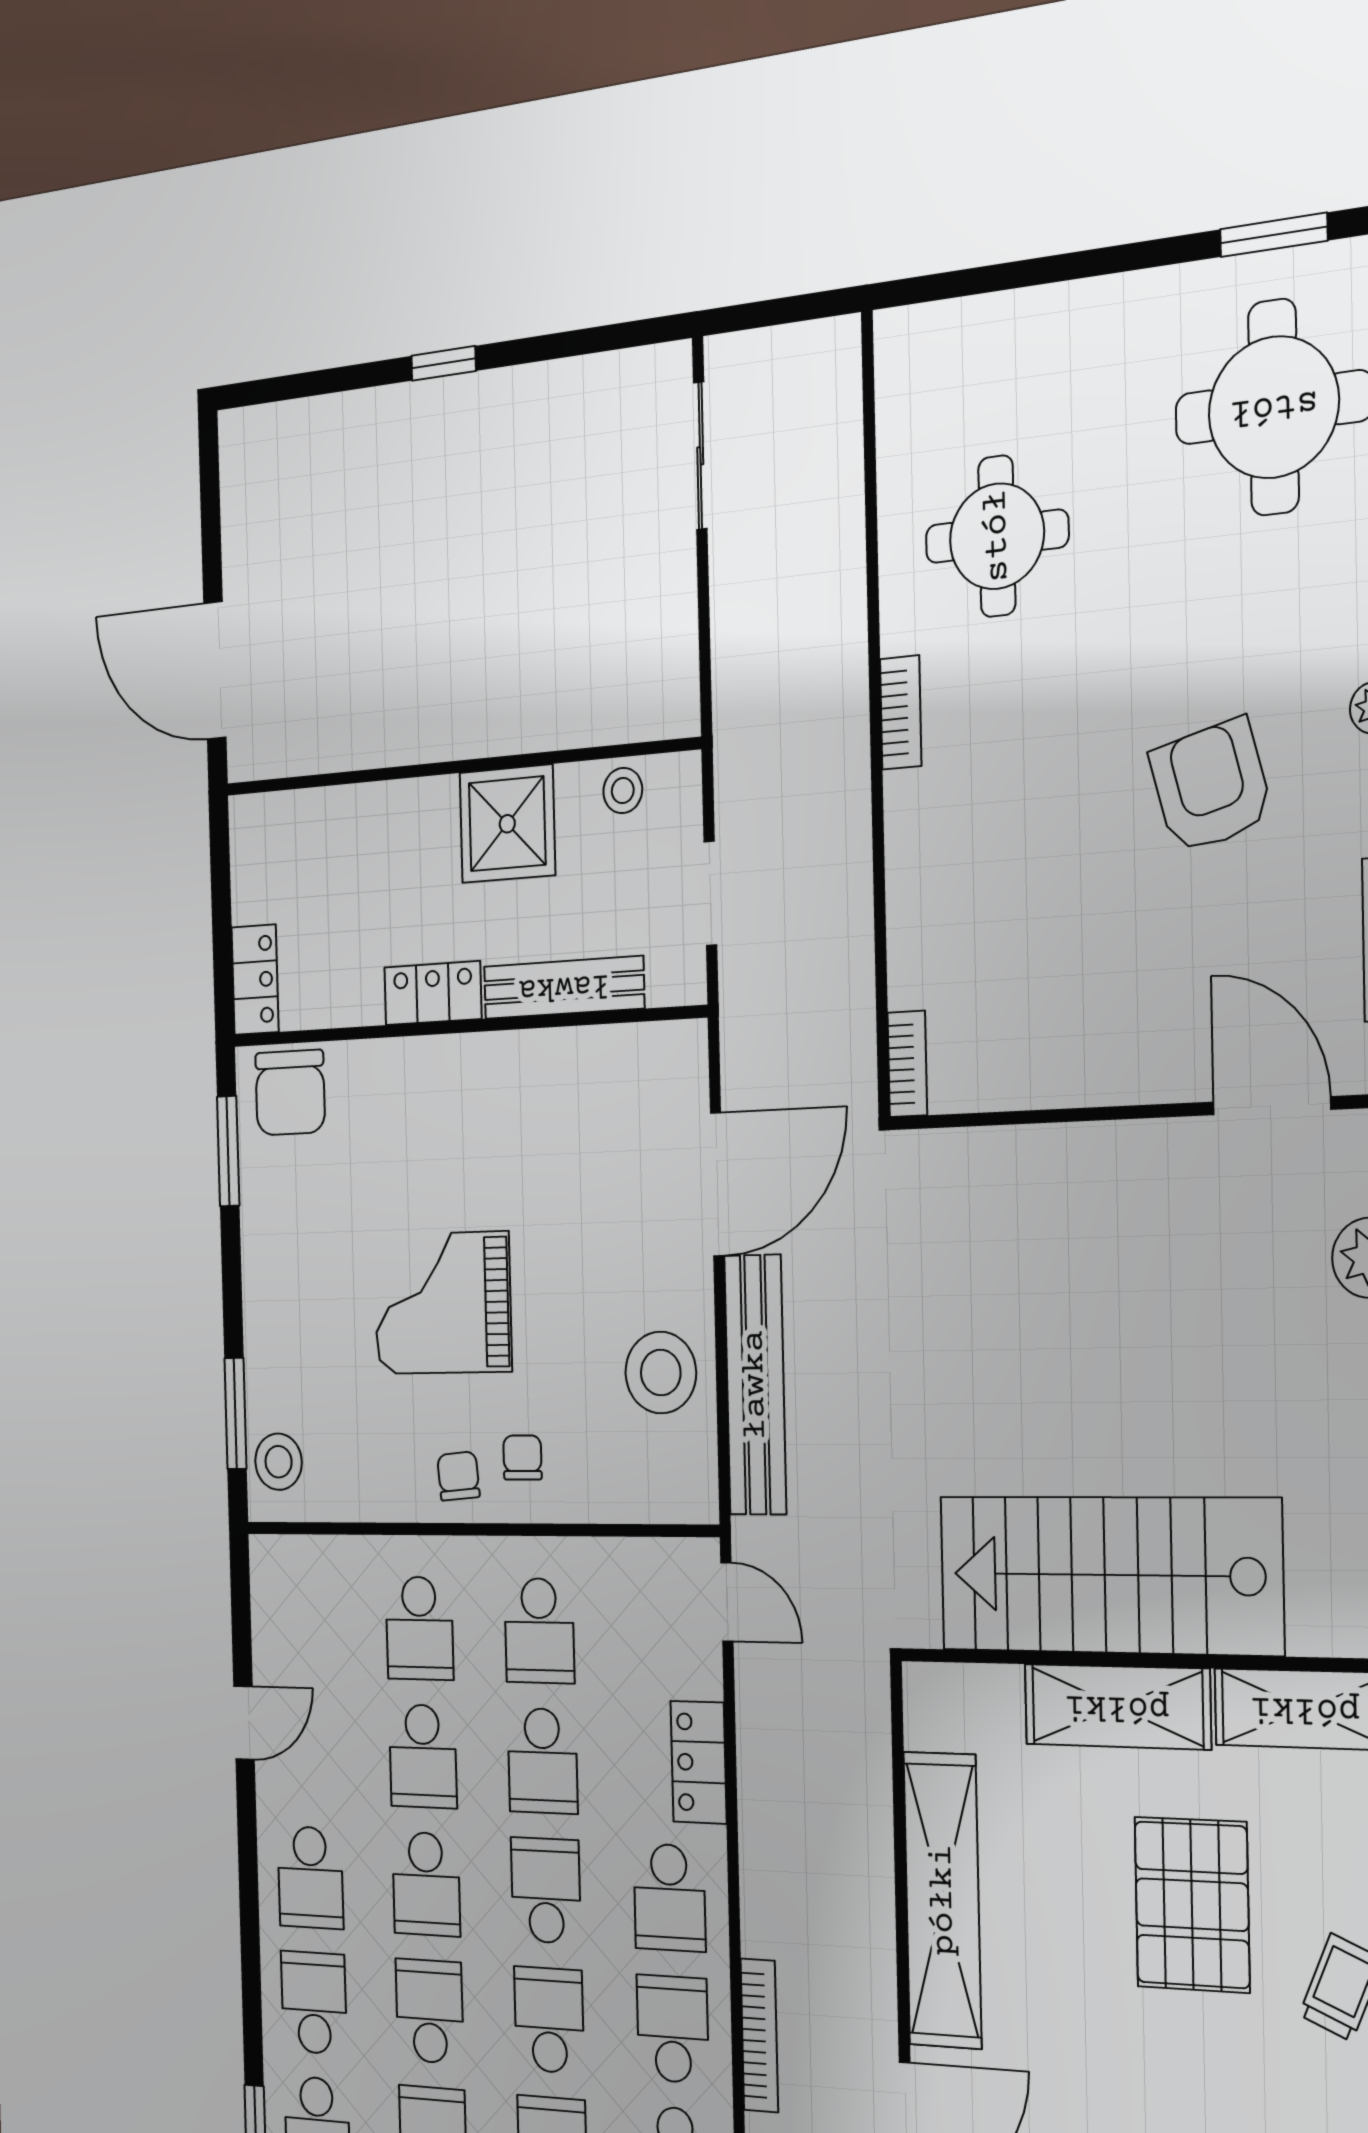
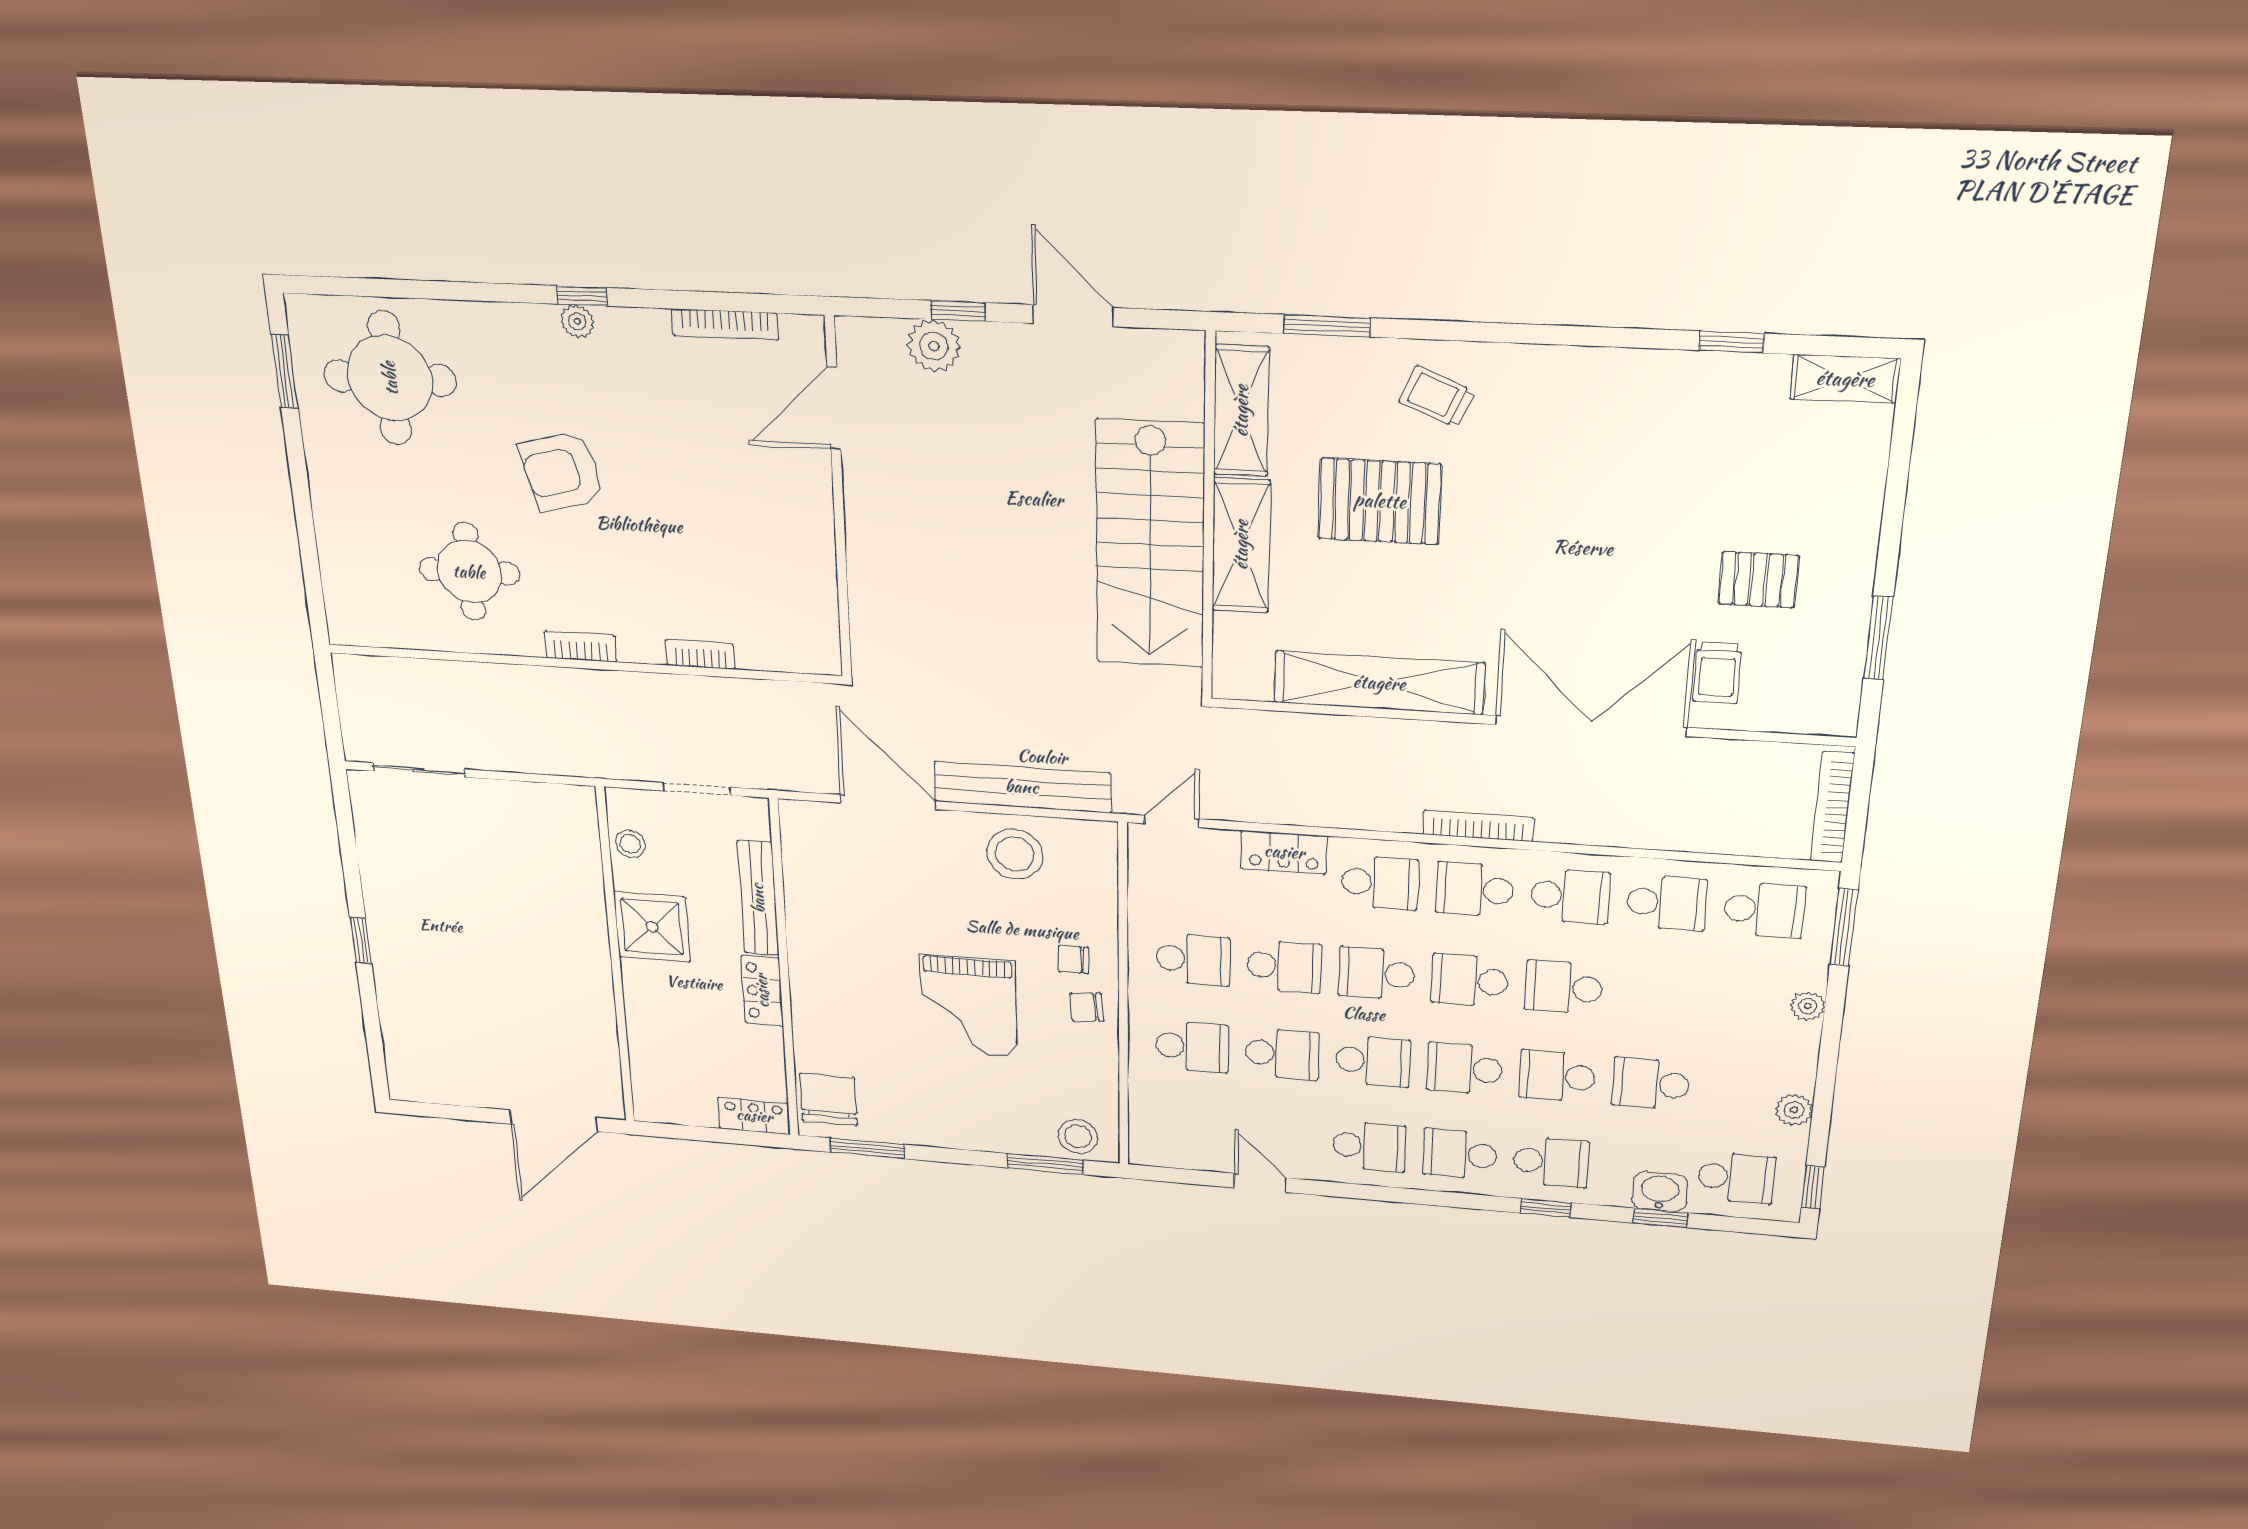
armchair: (1211, 786) -> (562, 471), moved
bookcase: (907, 1064) -> (700, 654), moved
chair: (290, 1093) -> (828, 1100), turned -90

